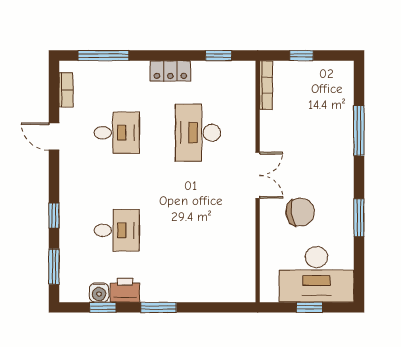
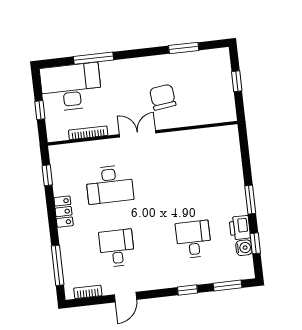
bookcase: (266, 85) -> (88, 133), moved
window: (359, 218) -> (184, 48), moved
desk: (317, 274) -> (71, 87), moved, turned -90

